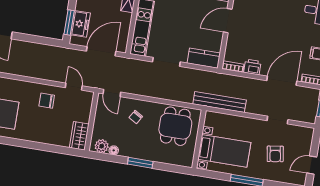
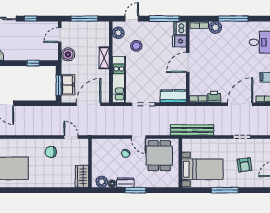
door: (112, 93) -> (139, 137), moved
dresser: (130, 152) -> (125, 183), added

